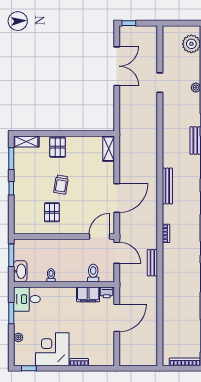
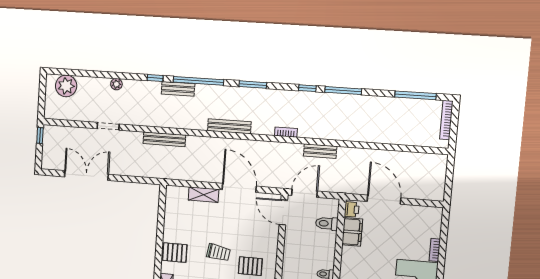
window: (129, 23) -> (40, 135), moved
bench: (152, 132) -> (164, 139), added
shelving: (109, 149) -> (204, 195), moved

